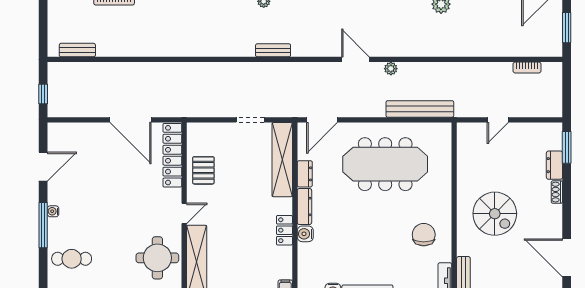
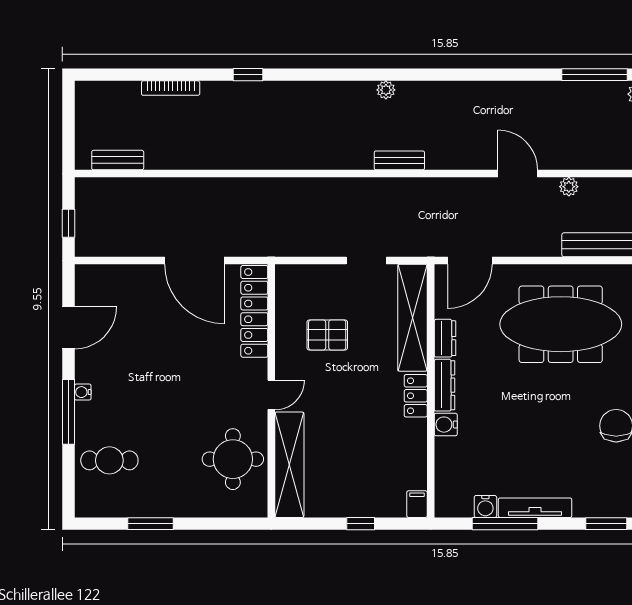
pallet: (203, 170) -> (327, 335), moved, turned 90
locker: (284, 230) -> (416, 396), moved

